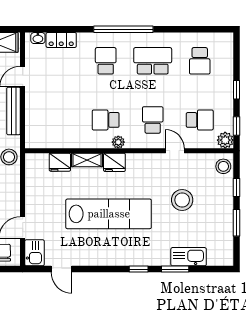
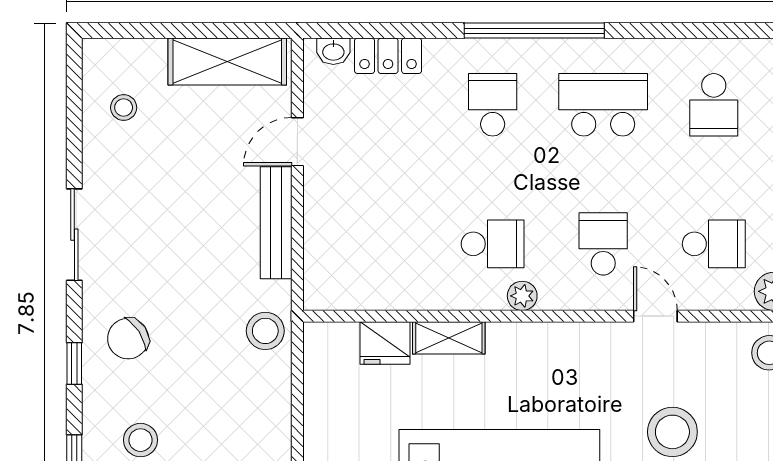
school desk: (106, 120) -> (493, 244), turned 180
fridge: (114, 162) -> (513, 343), removed

